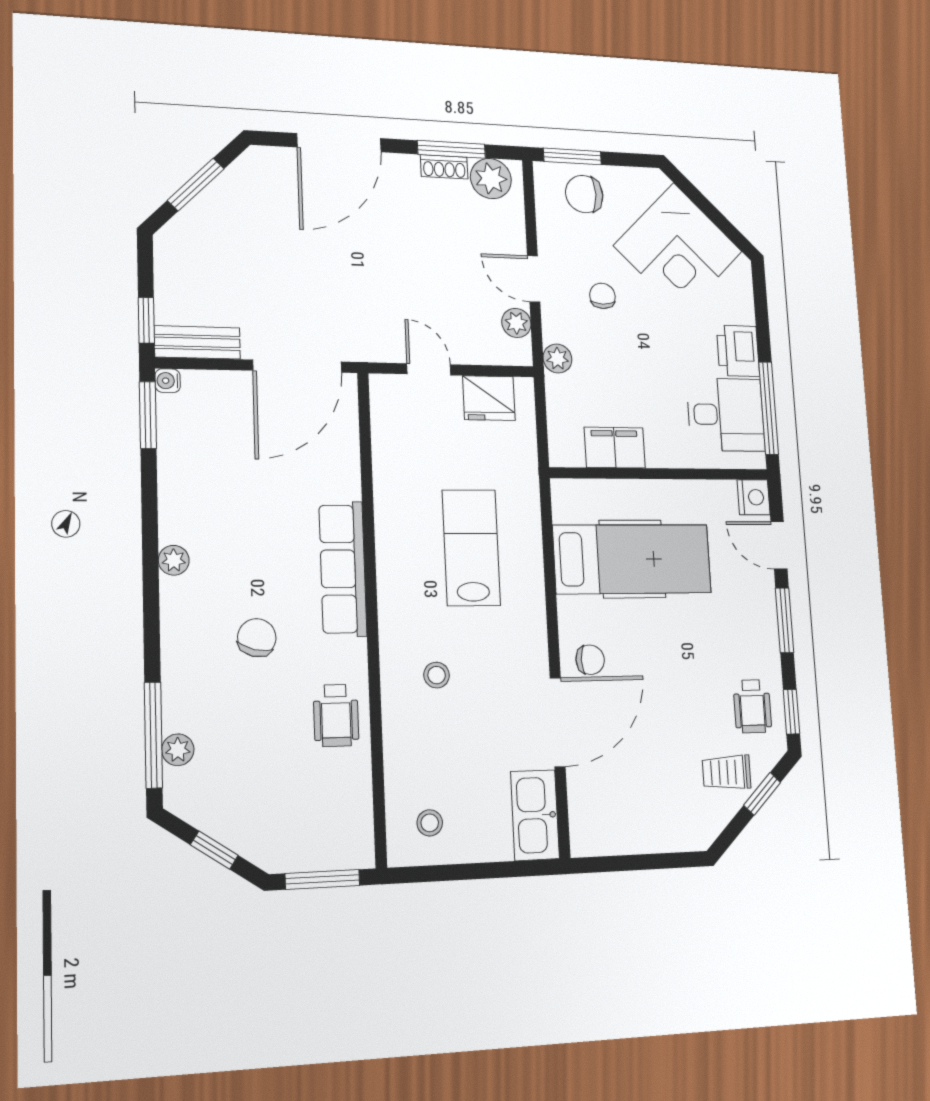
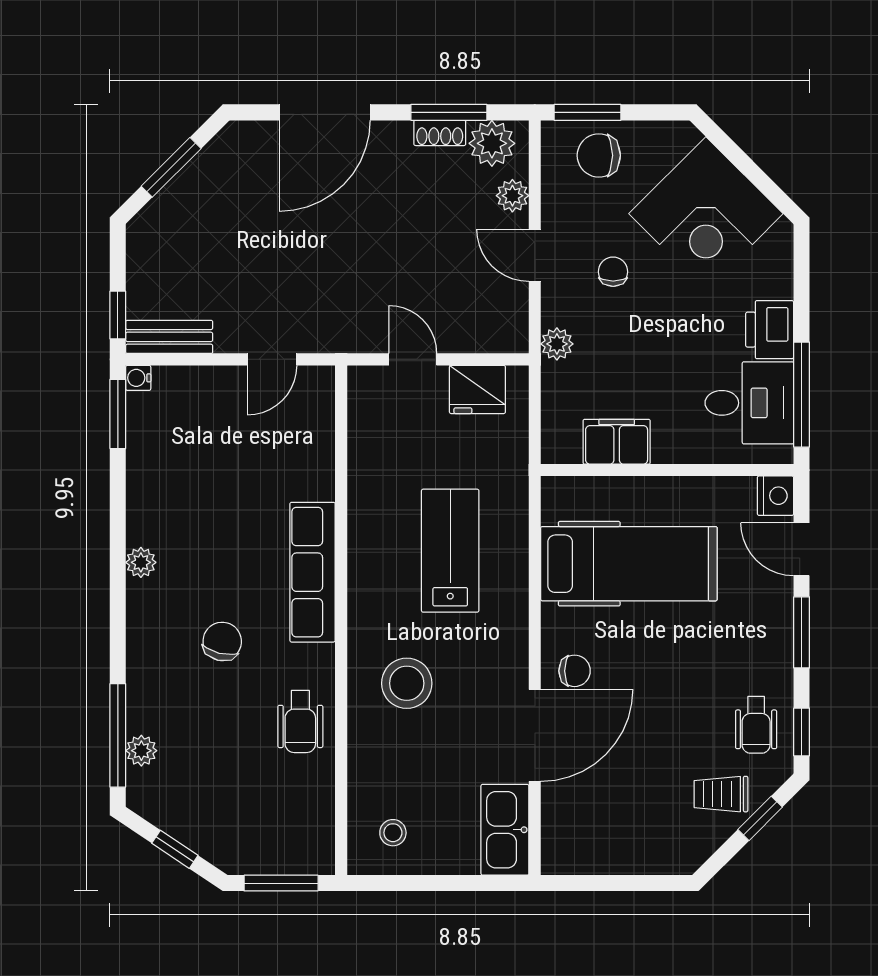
plant: (516, 323) -> (512, 196), moved
door: (297, 366) -> (272, 359), width x0.53
stool: (437, 675) -> (407, 683), width x1.89, depth x1.89

